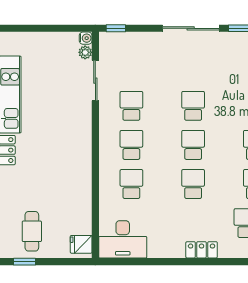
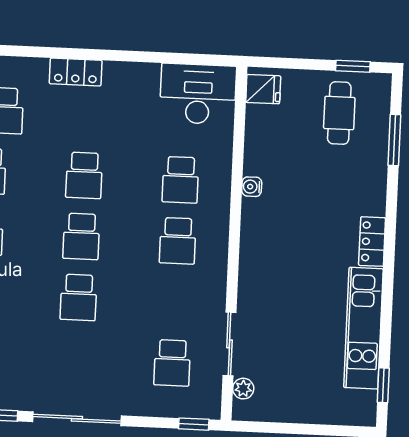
water cooler: (86, 38) -> (252, 187), moved
school desk: (131, 106) -> (172, 363), moved

